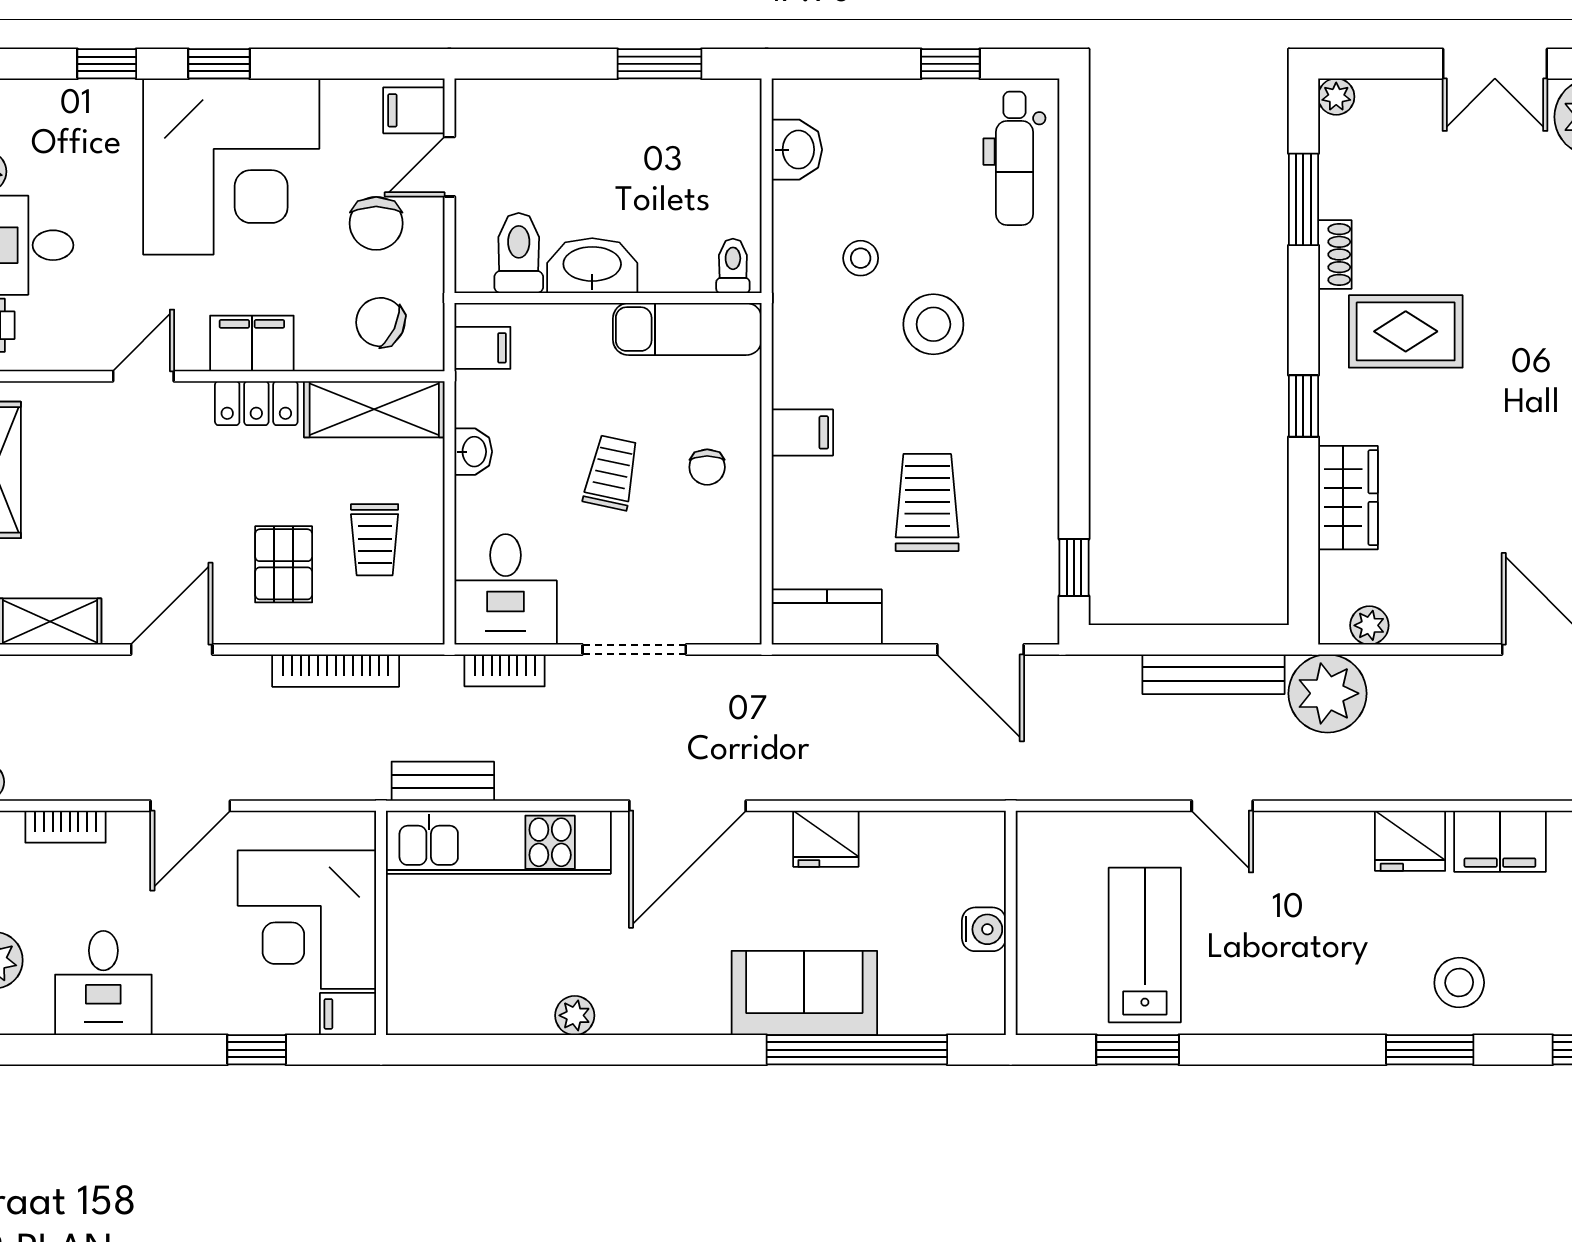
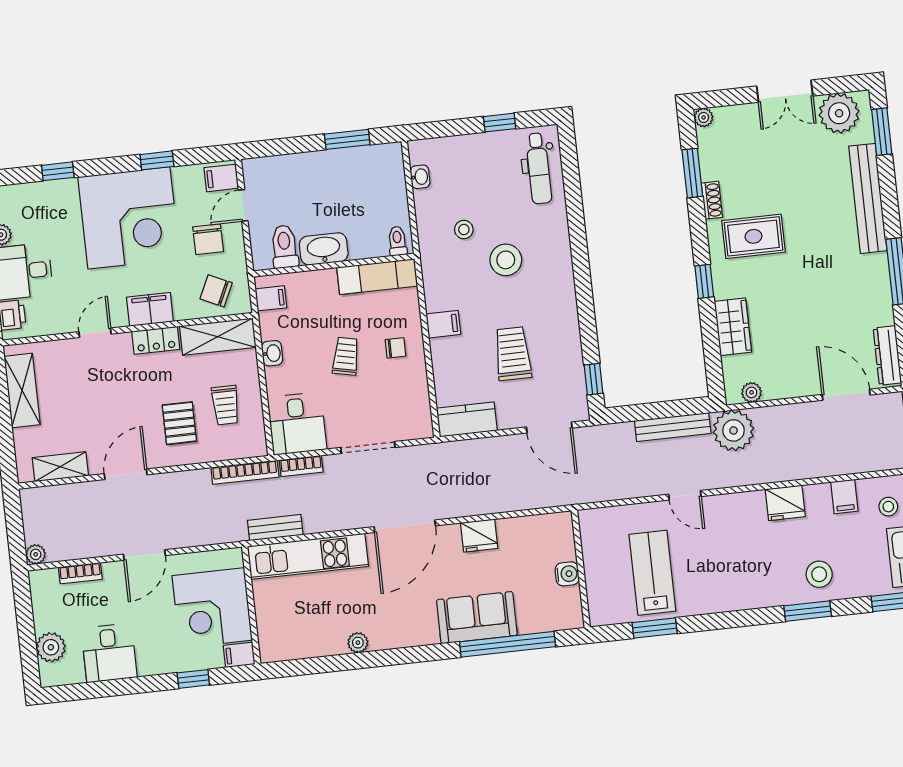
window: (219, 64) -> (157, 160), moved
washbasin: (797, 150) -> (420, 177), width x0.72, depth x0.69
chair: (707, 467) -> (396, 348), turned -90
bookcase: (336, 671) -> (245, 472), moved
filing cabinet: (1500, 841) -> (844, 497), width x0.50

